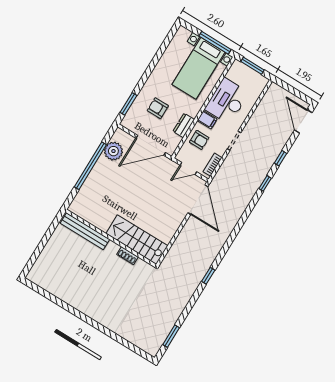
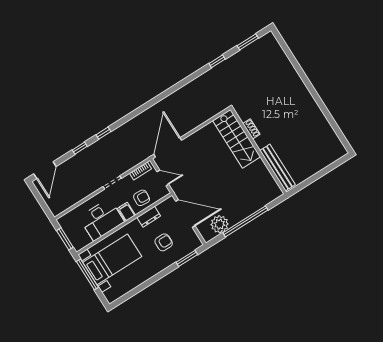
armchair: (158, 108) -> (164, 242), turned -90
armchair: (199, 140) -> (142, 198), turned 94
window: (208, 276) -> (217, 61), moved

